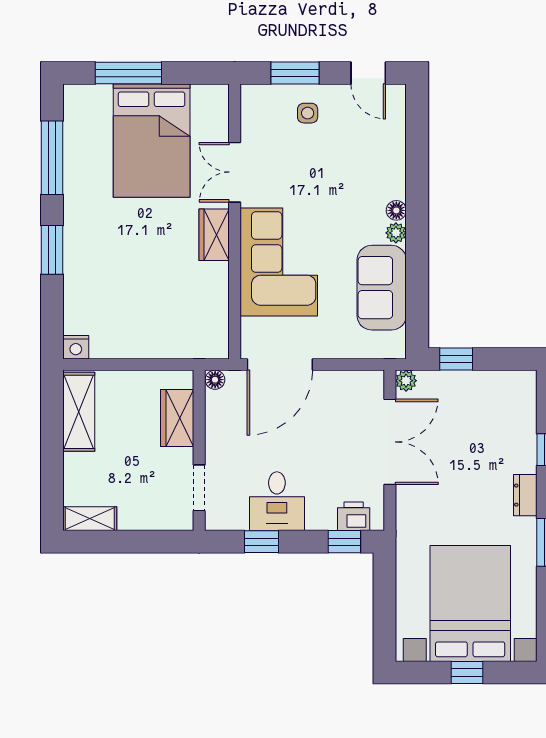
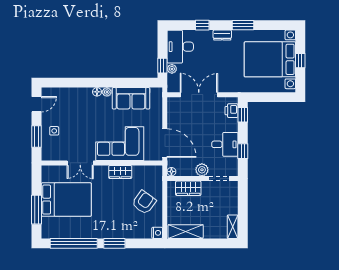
window: (52, 158) -> (74, 243), width x1.46
wardrobe: (214, 235) -> (120, 172), moved
armchair: (145, 317) -> (144, 202), added
plant: (406, 381) -> (172, 69), moved
desk: (499, 400) -> (180, 47), added
plant: (219, 449) -> (202, 170), added

